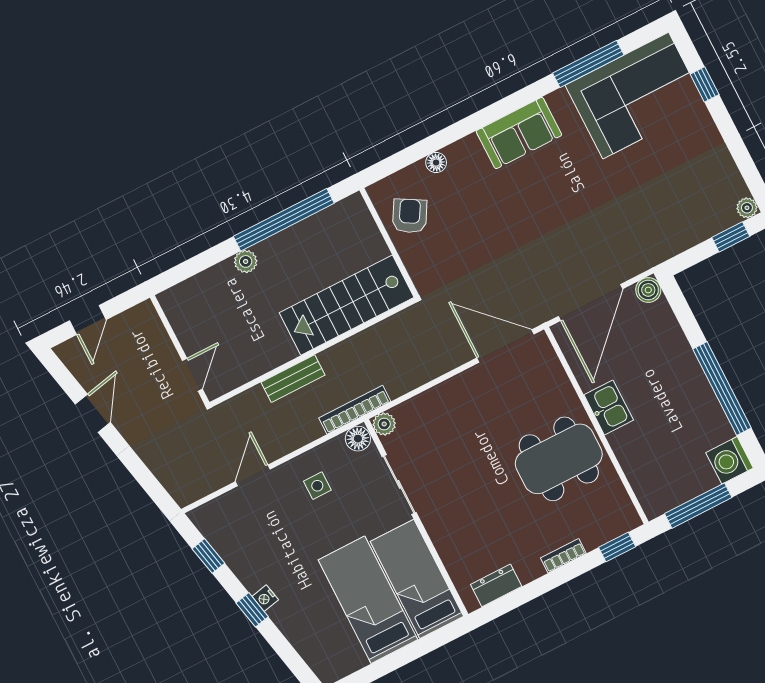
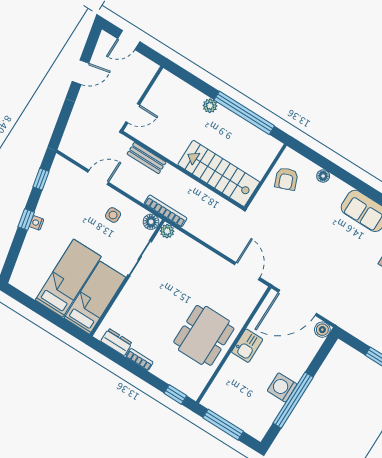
armchair: (410, 216) -> (286, 179), turned 129
door: (505, 346) -> (247, 271), width x0.73
bench: (293, 379) -> (147, 158), moved
dining table: (559, 459) -> (204, 335), turned 90
washing machine: (729, 460) -> (282, 387), moved
bookcase: (563, 556) -> (139, 359), moved

